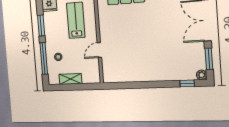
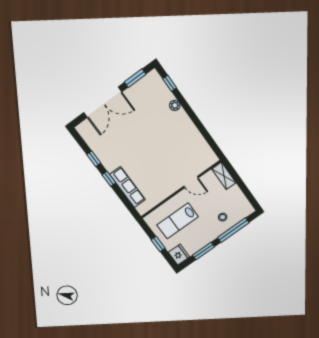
plant: (202, 75) -> (175, 105), moved
shelving: (70, 79) -> (224, 176), moved

